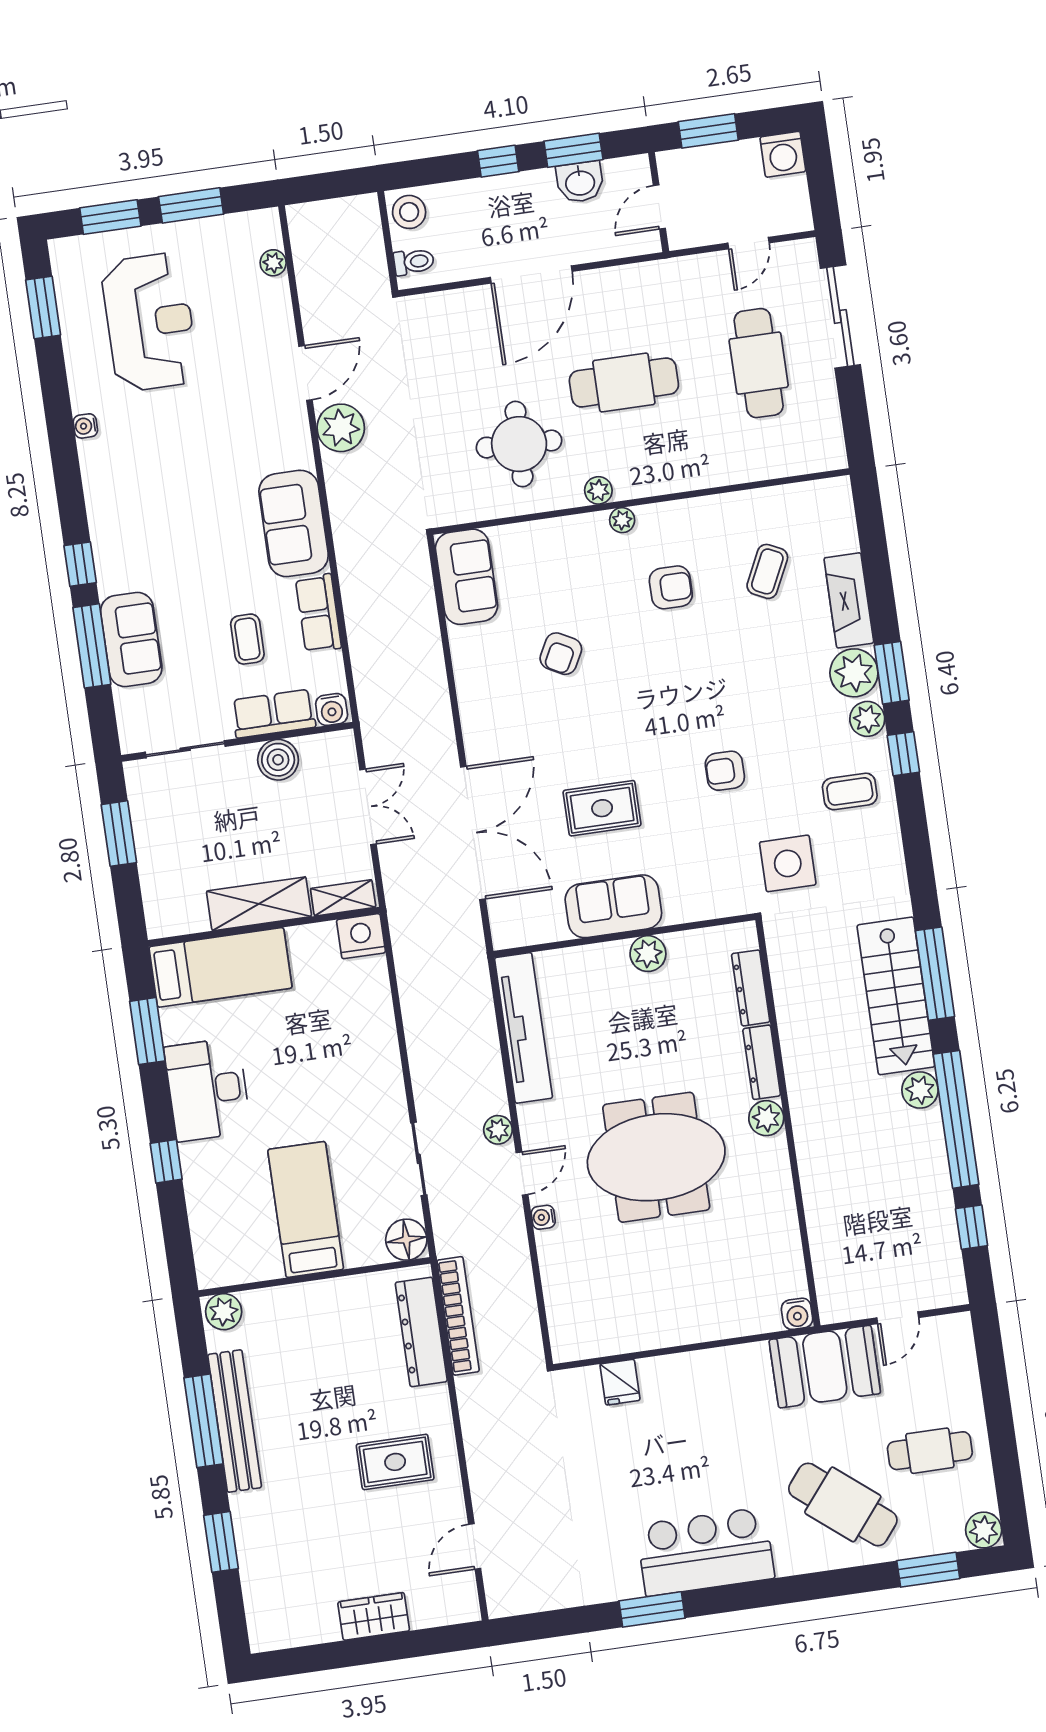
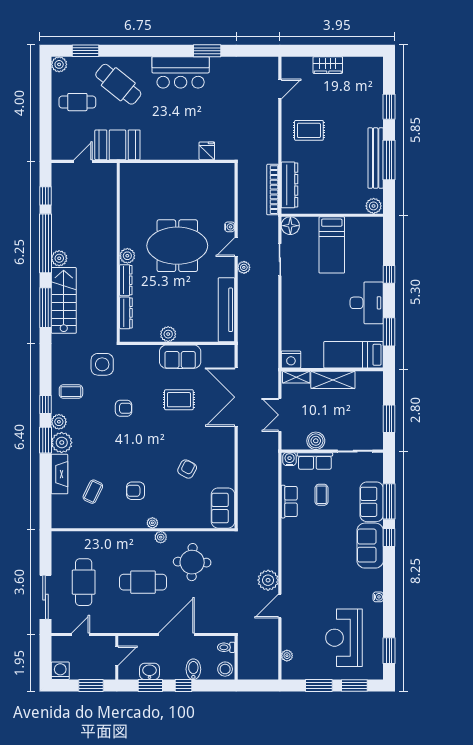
bidet: (481, 201) -> (193, 669), added
sofa: (294, 523) -> (370, 546), moved, turned 180
water cooler: (797, 1314) -> (126, 169), removed

